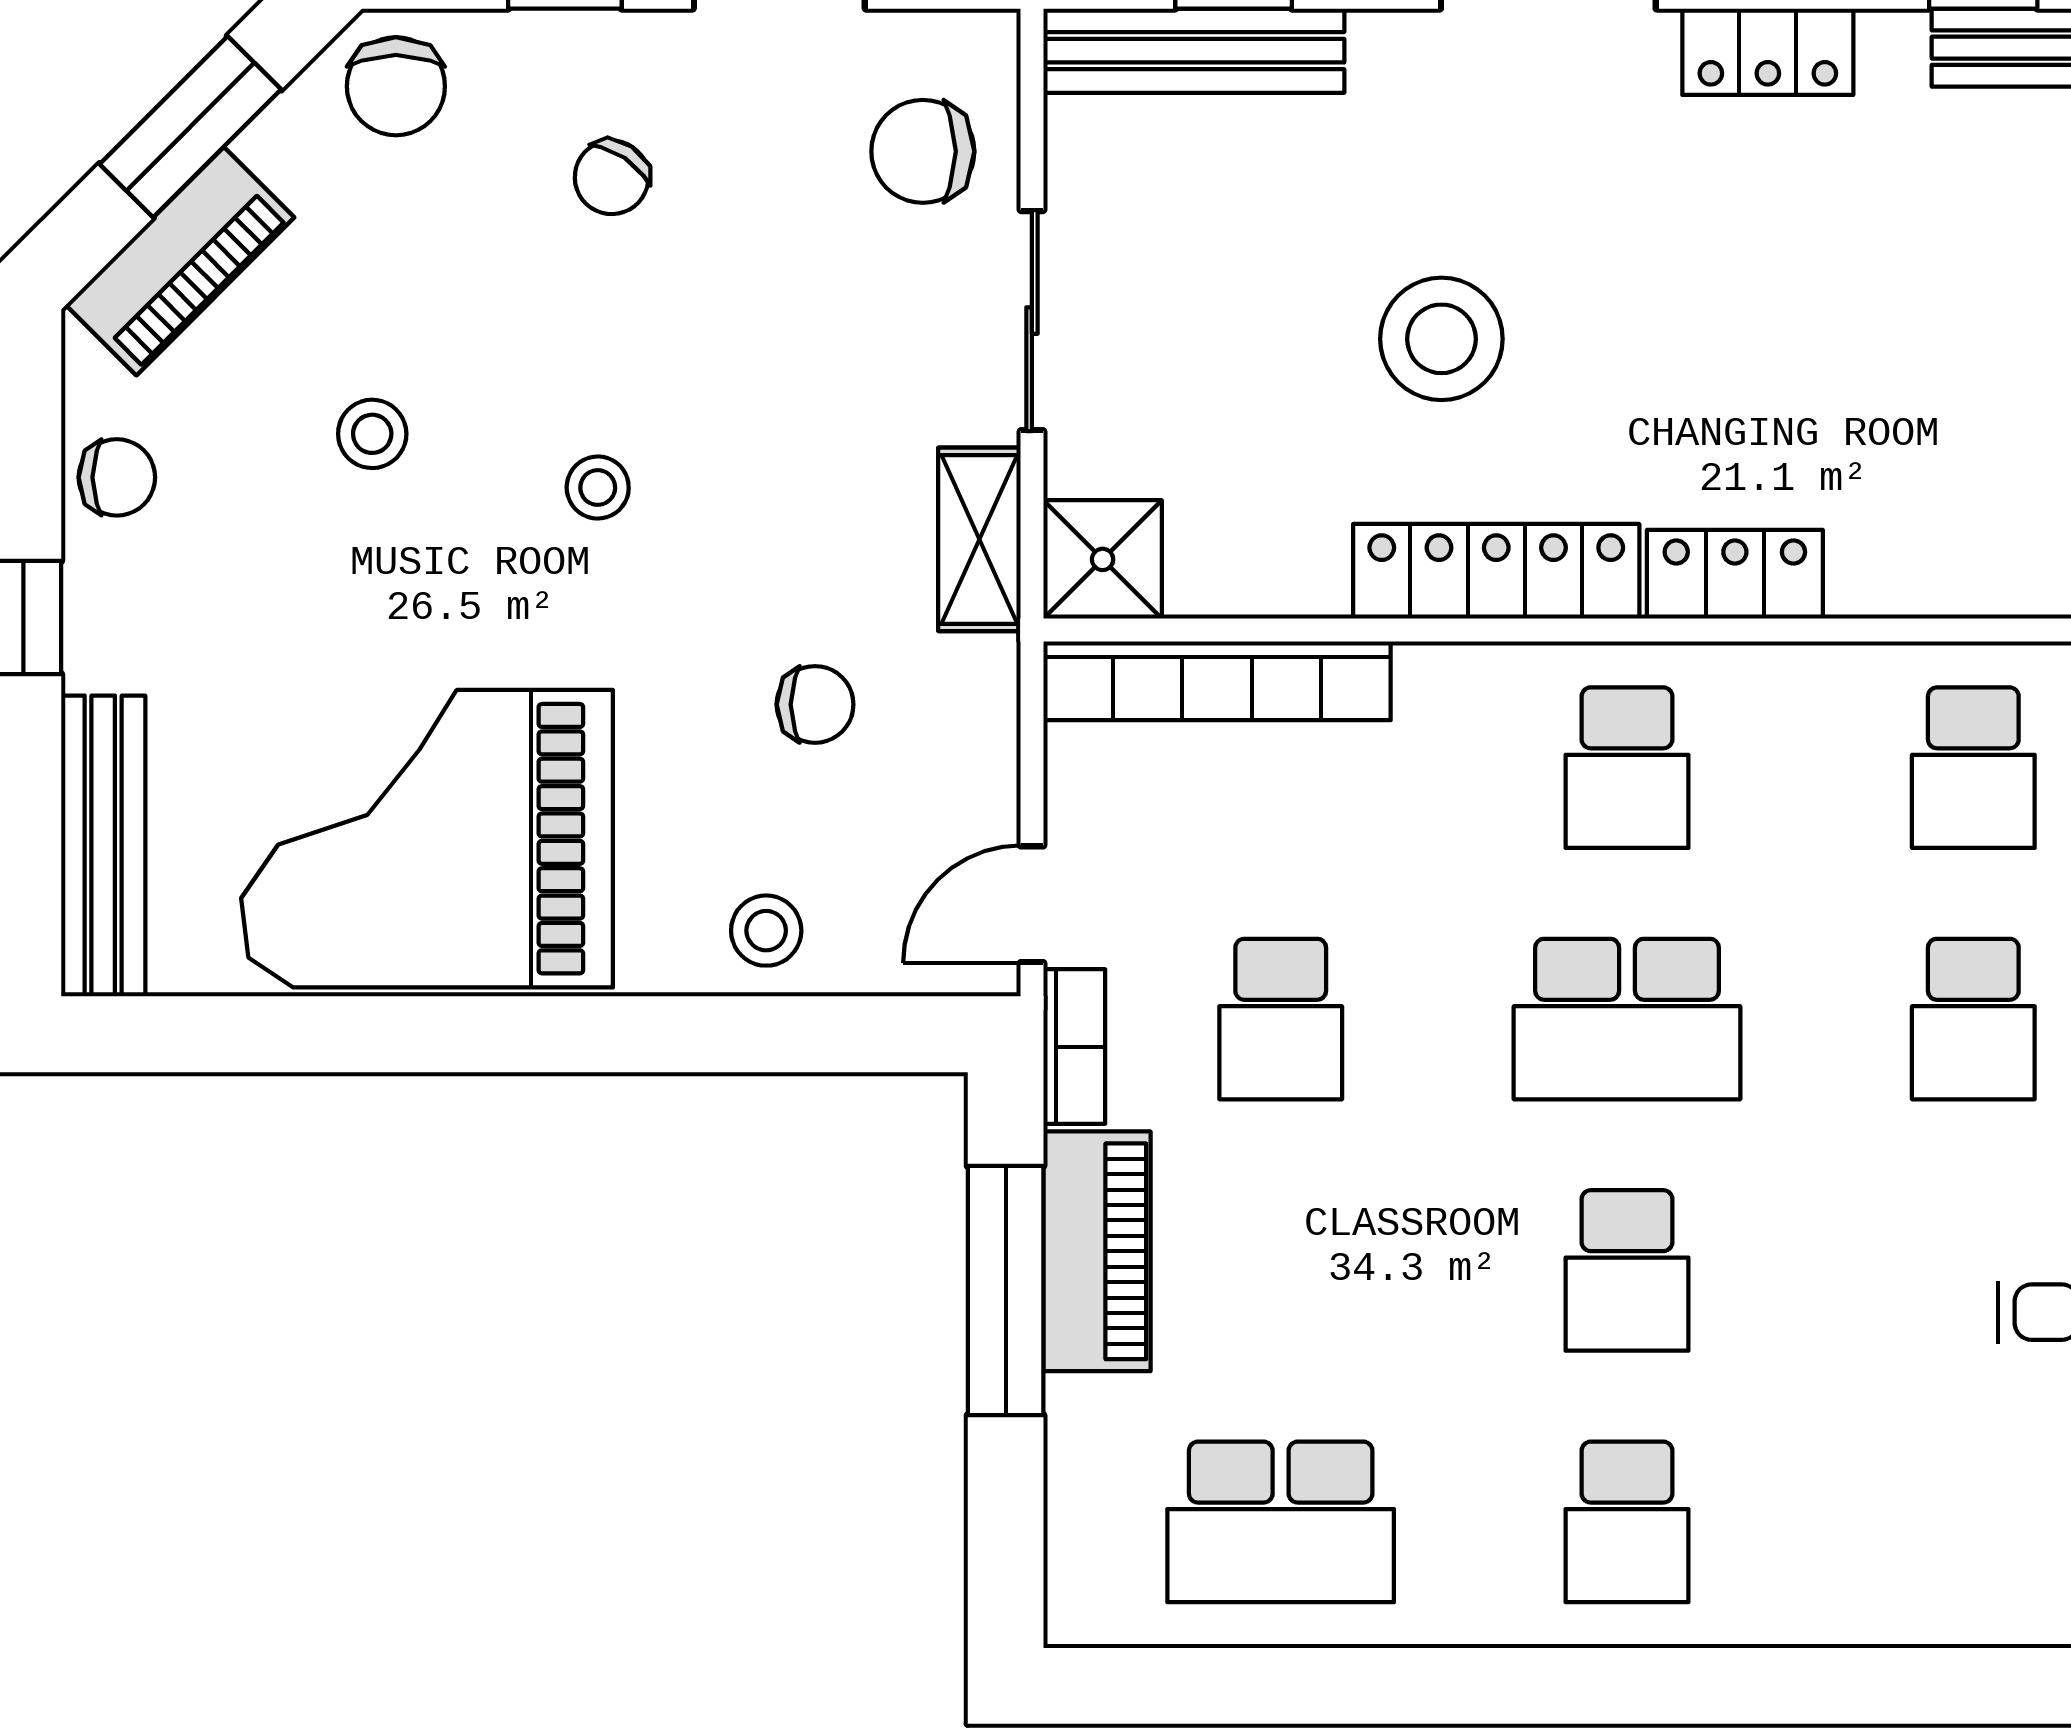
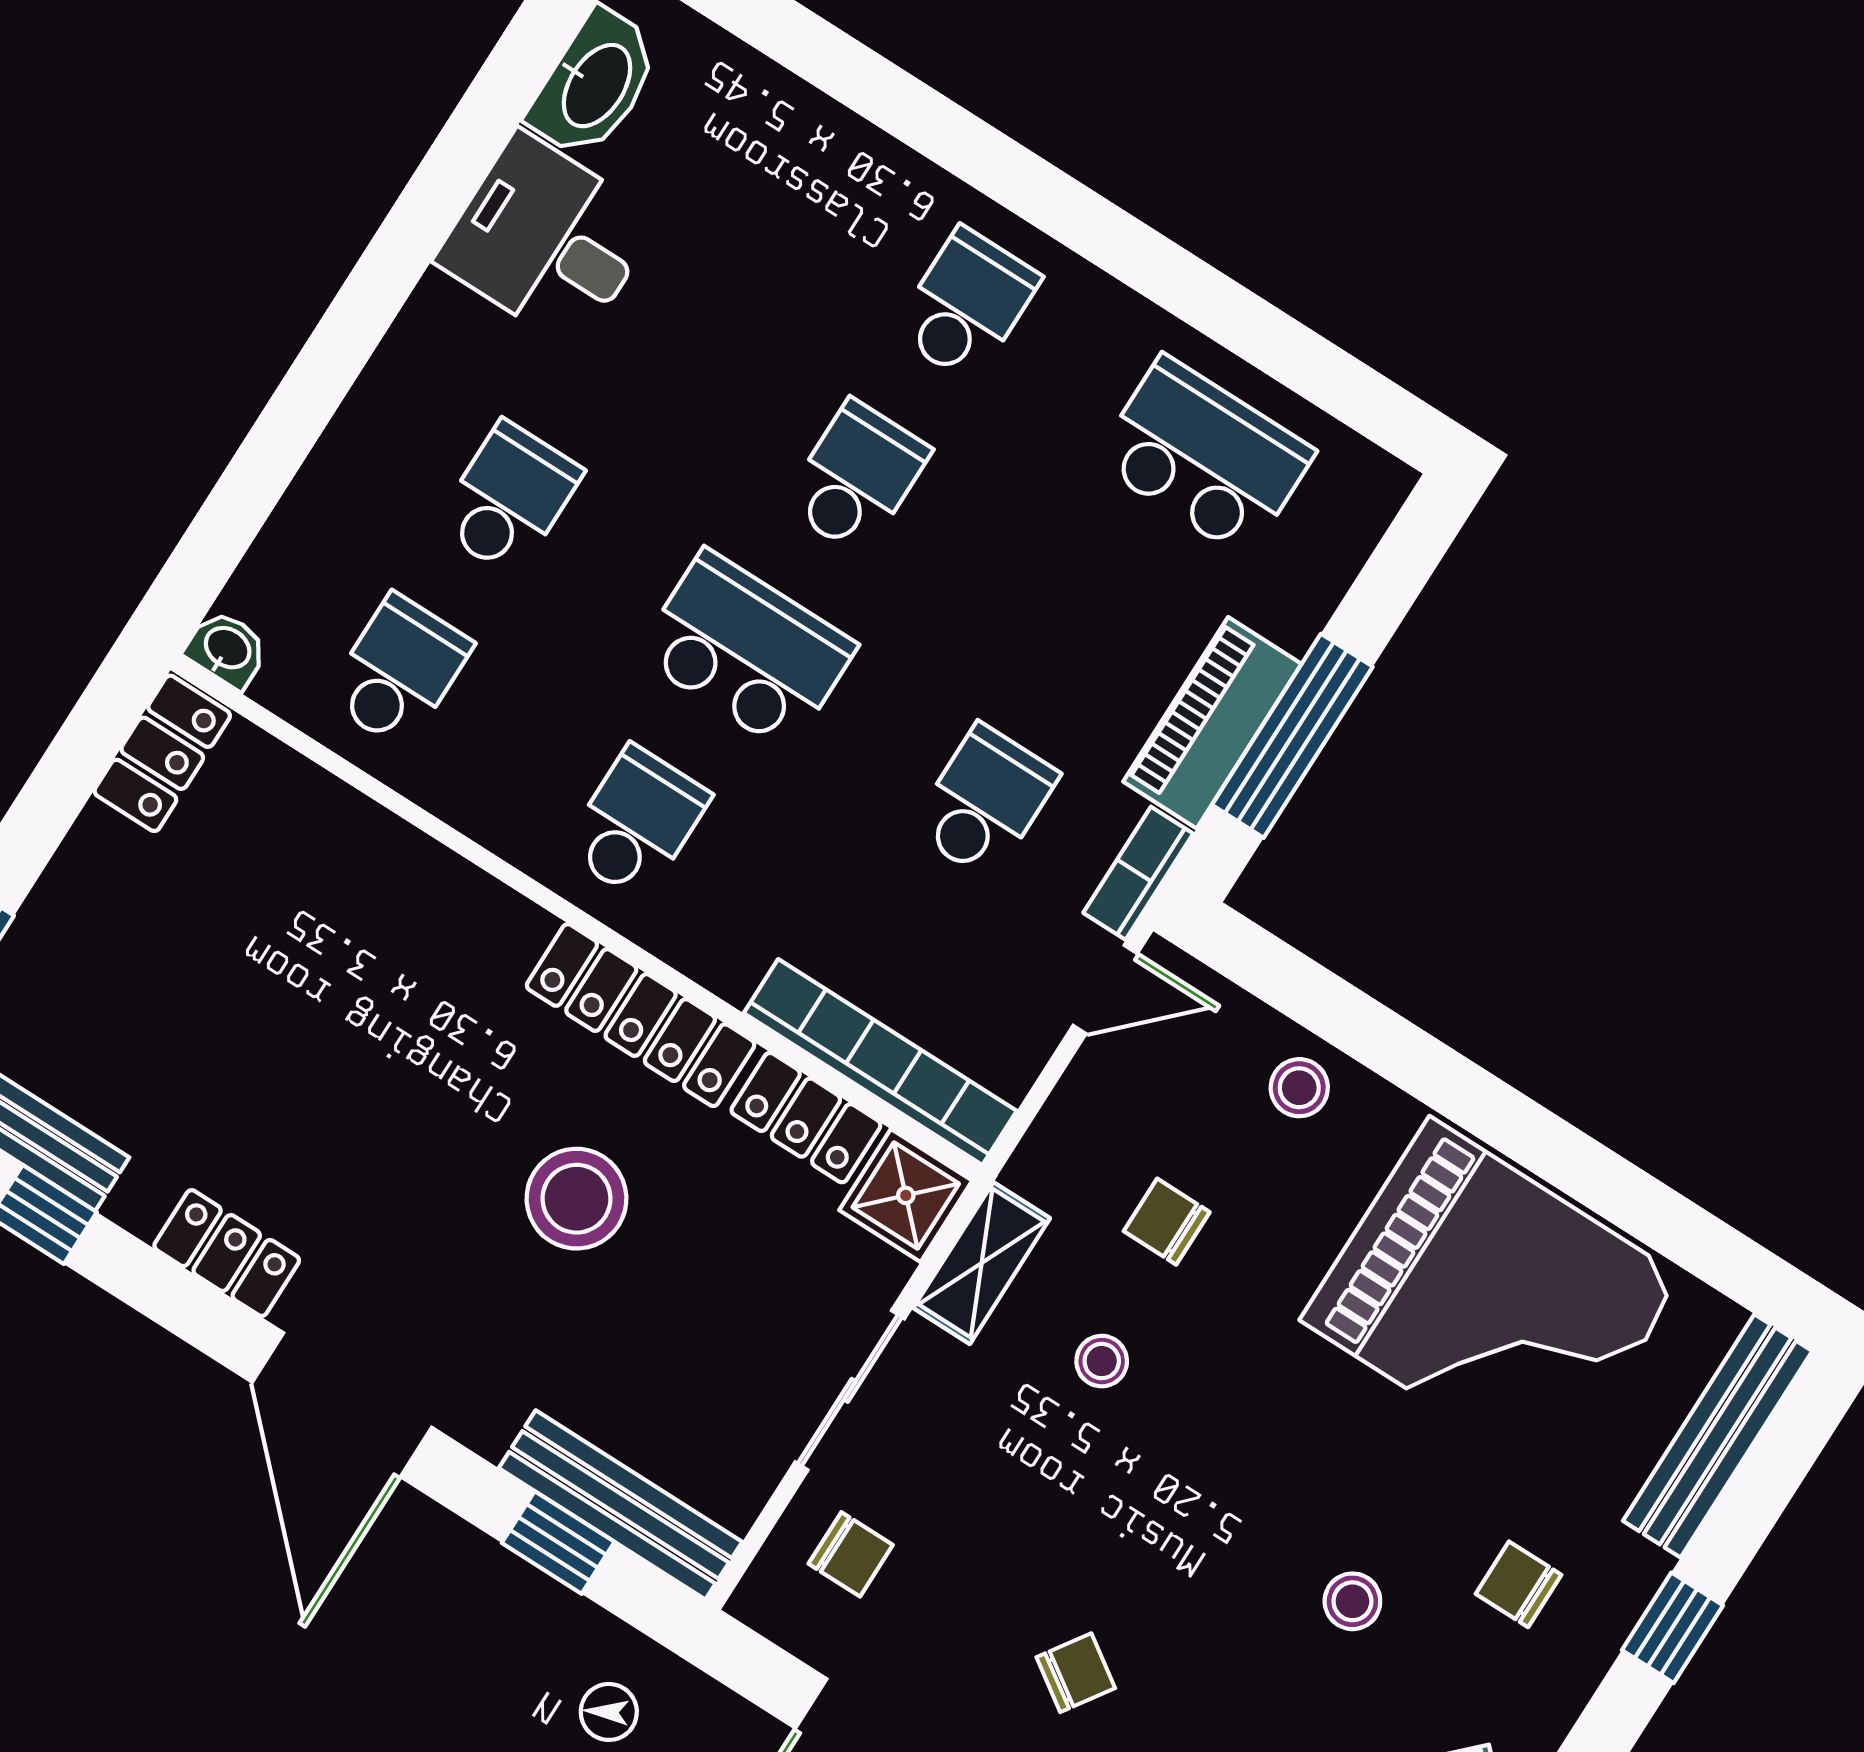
chair: (923, 151) -> (851, 1554), width x0.73, depth x0.73
chair: (117, 477) -> (1519, 1584), moved
stool: (598, 487) -> (1102, 1361), moved
locker: (1735, 574) -> (806, 1118), moved

